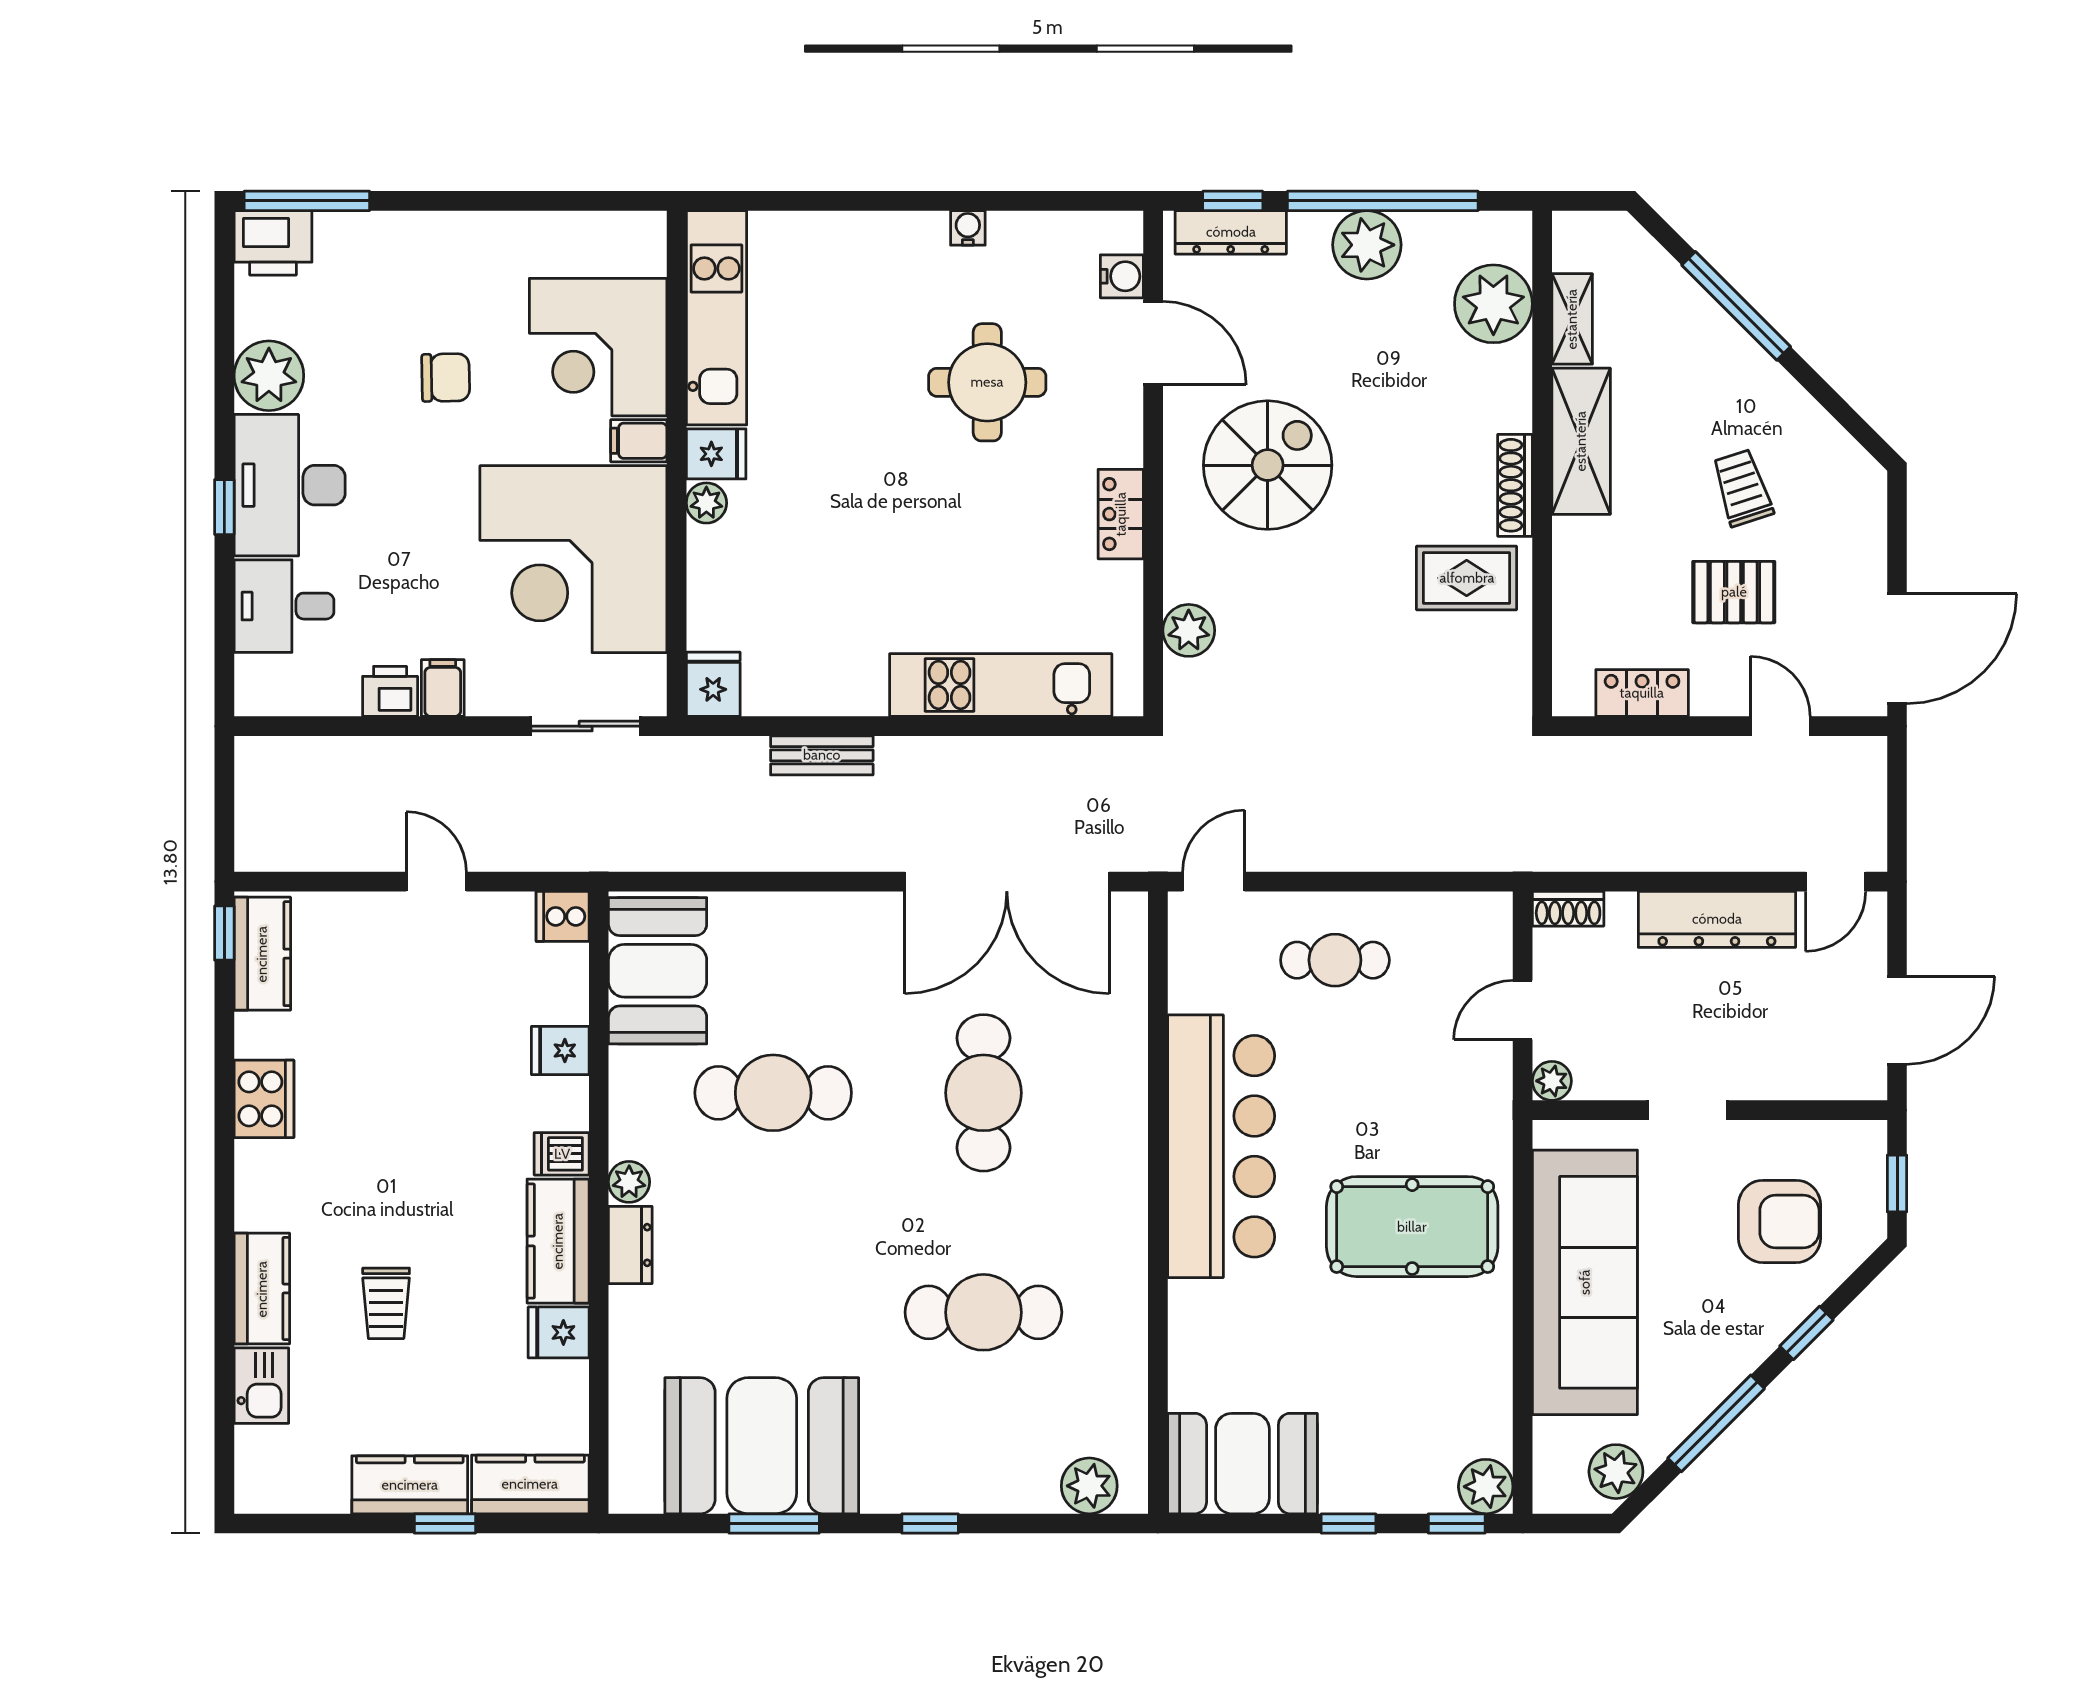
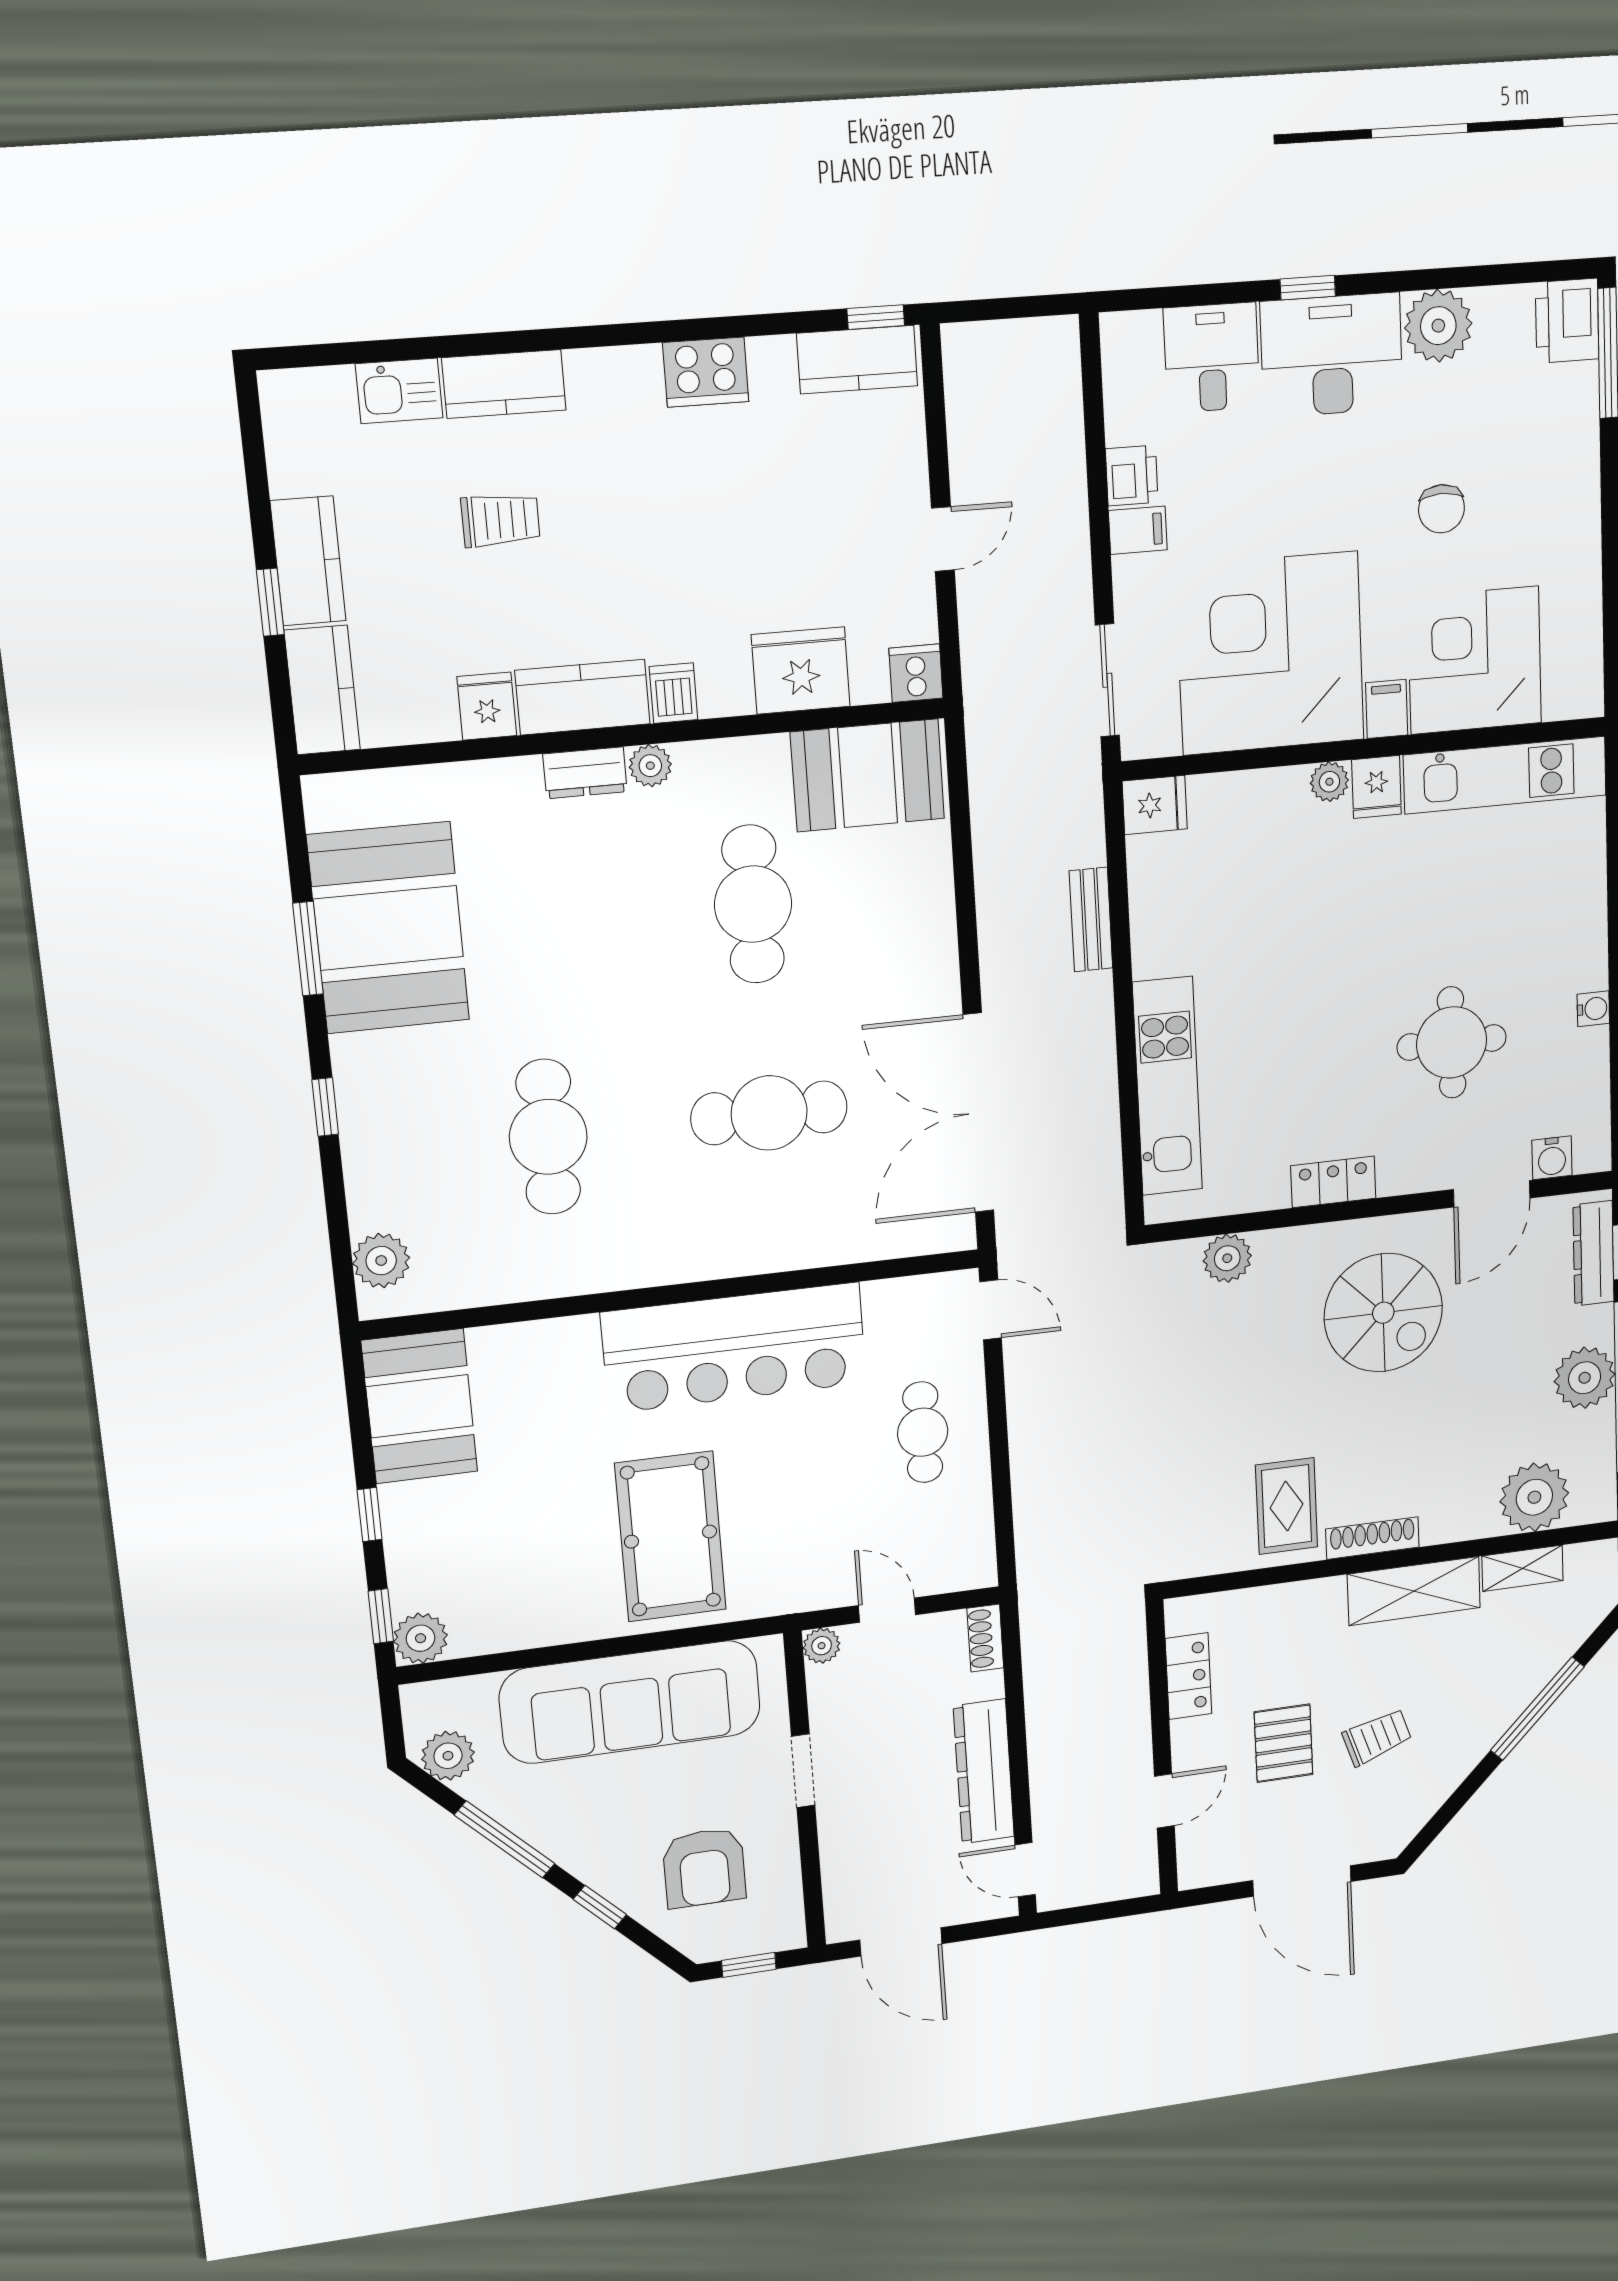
door: (1897, 649) -> (1302, 1881), moved
fridge: (560, 1051) -> (801, 671), width x1.88, depth x1.34
trolley: (386, 1303) -> (501, 520), turned 180

